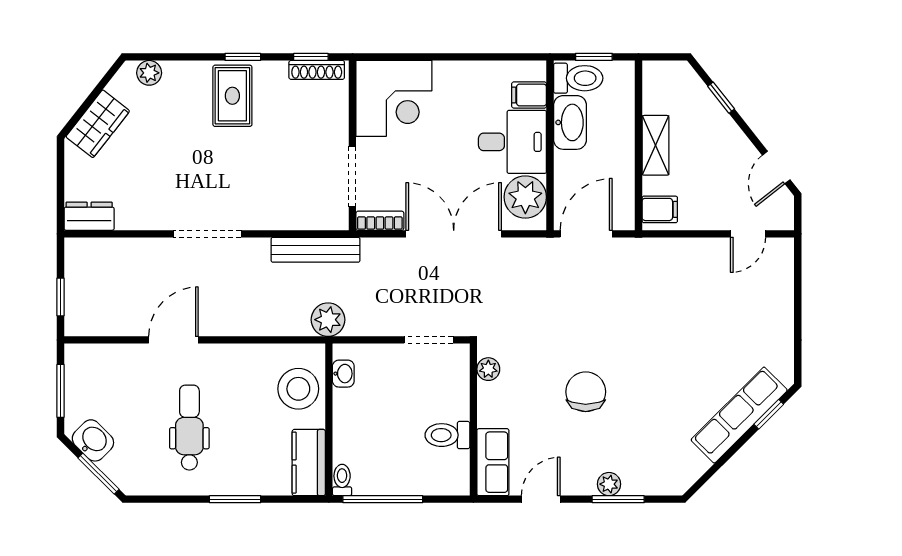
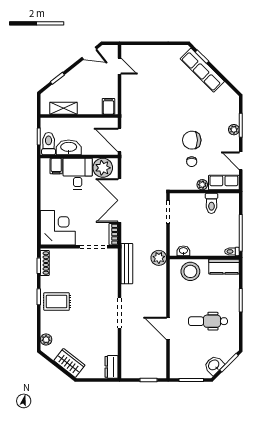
shelving: (655, 145) -> (63, 108), moved
plant: (488, 369) -> (202, 185), moved
chair: (539, 392) -> (192, 162), added

